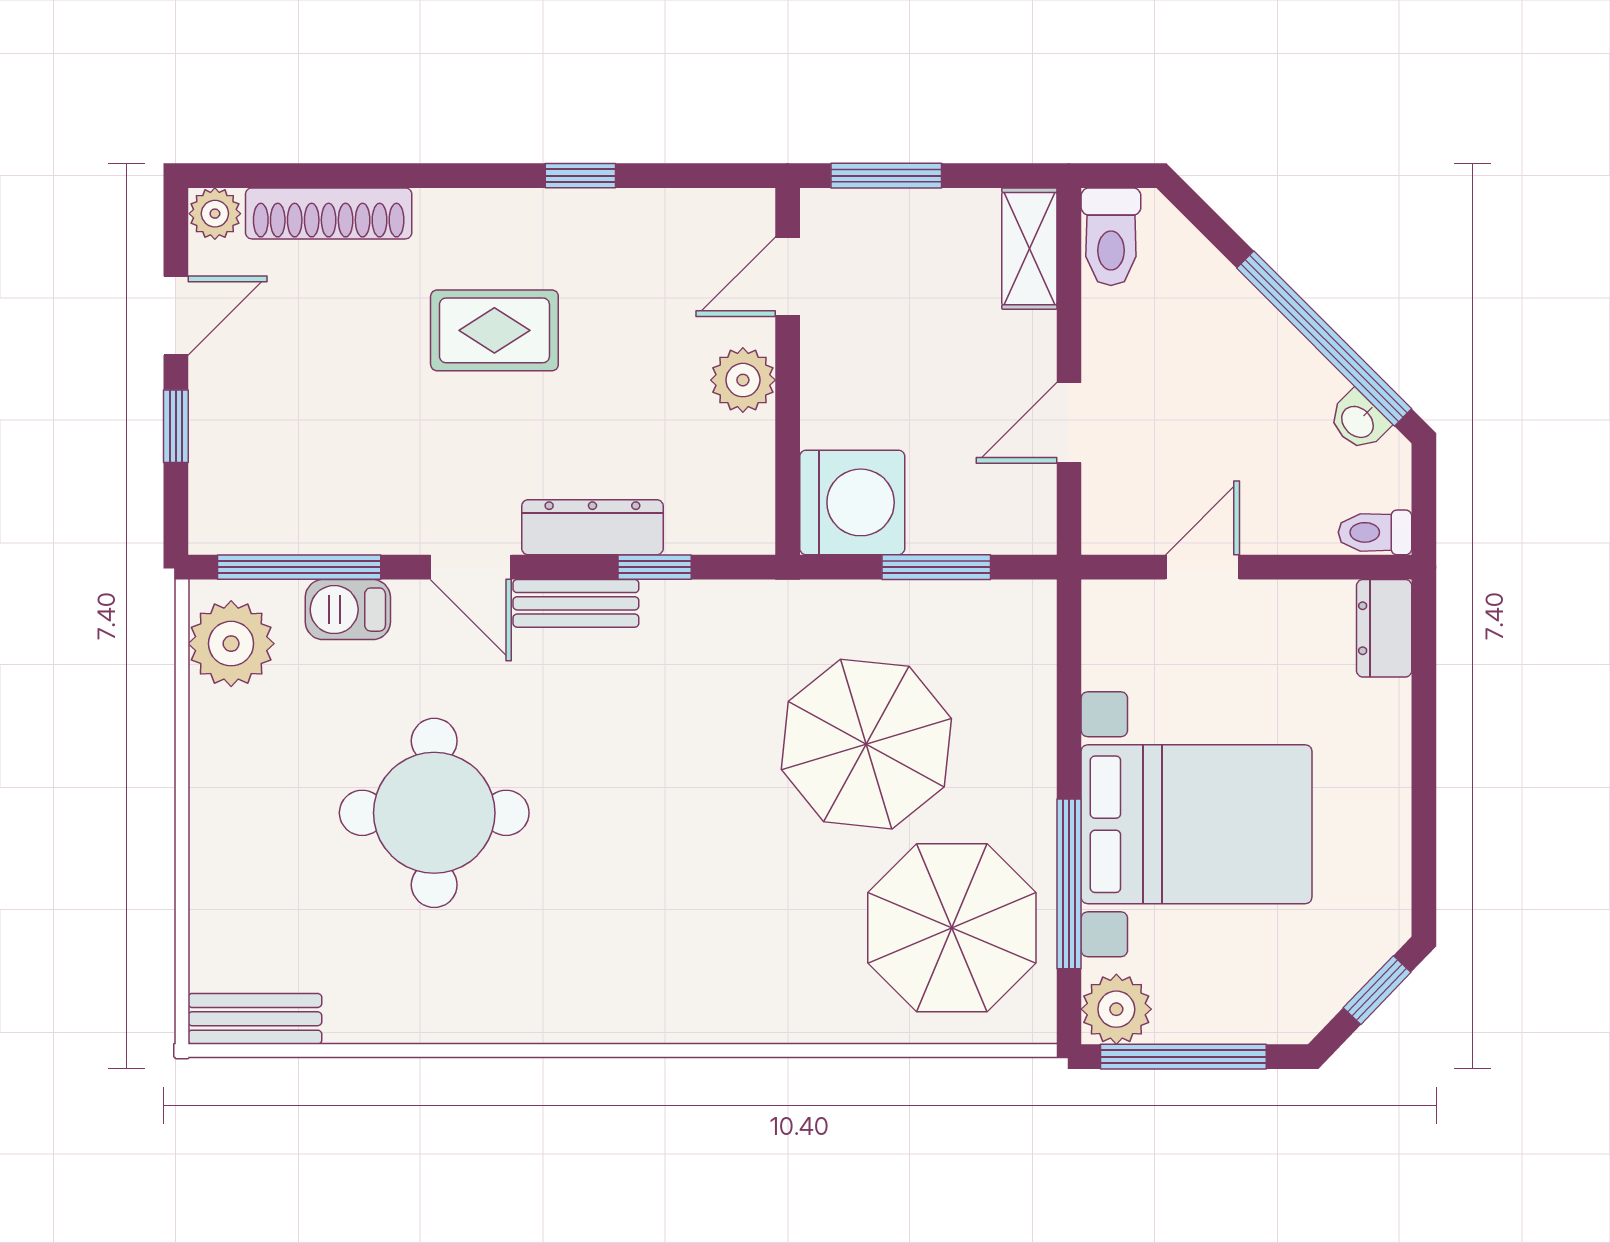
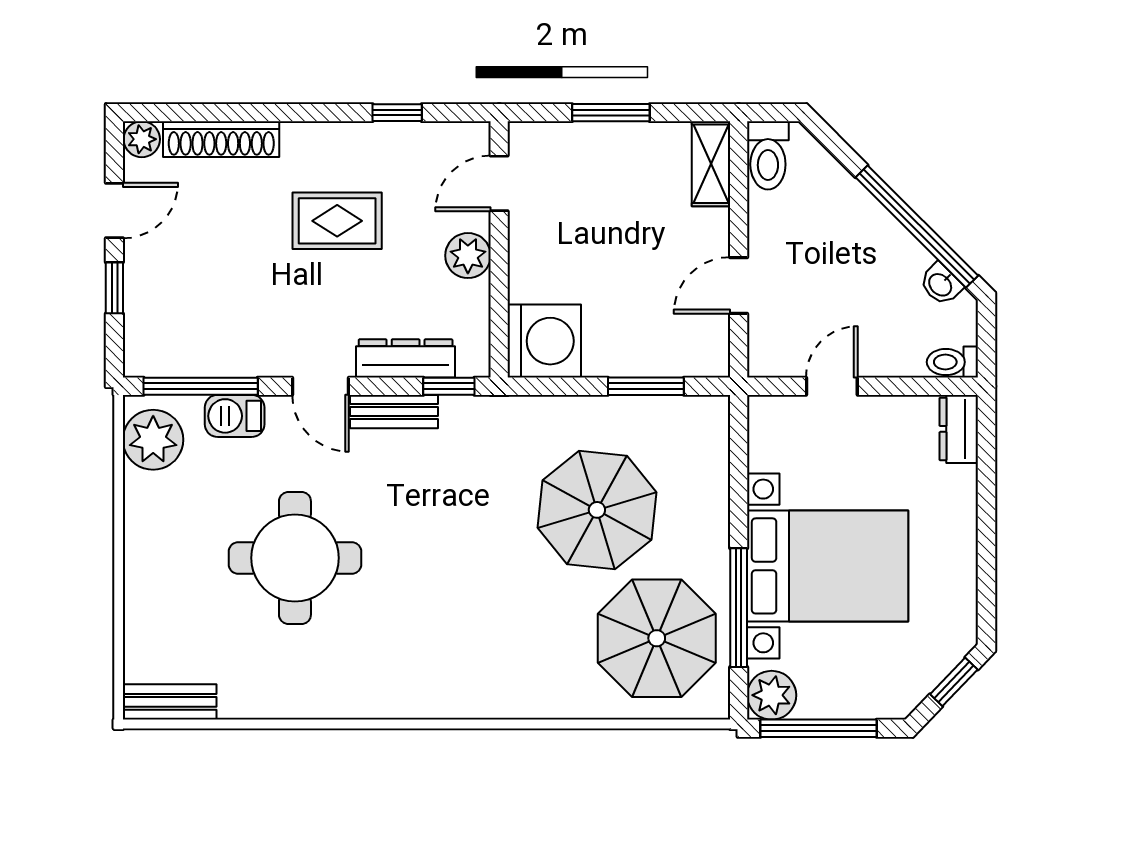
door: (788, 277) -> (499, 183), moved
wall: (788, 371) -> (499, 249), moved
plant: (743, 380) -> (468, 256), moved
washing machine: (852, 502) -> (544, 341), moved

